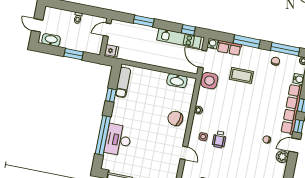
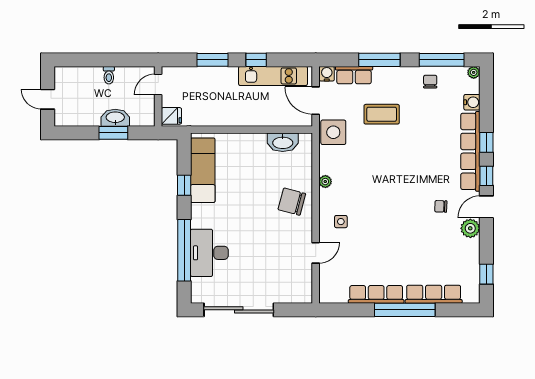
window: (188, 30) -> (256, 60), moved
washbasin: (51, 40) -> (115, 118), moved
exam couch: (123, 82) -> (203, 170), width x1.36, depth x1.45
wheelchair: (219, 139) -> (367, 221), removed
door: (184, 153) -> (316, 253), hinge flipped

